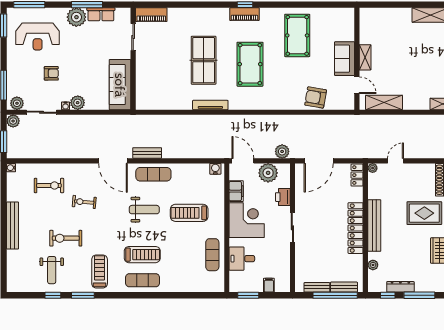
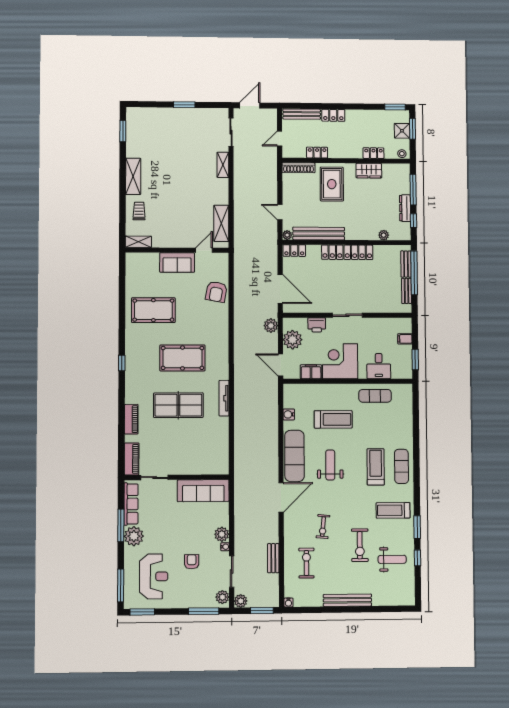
row of seats: (101, 14) -> (131, 504), width x1.48
piano: (244, 14) -> (131, 419), moved
trolley: (396, 21) -> (139, 211), added
shelving: (365, 57) -> (138, 242), moved
bench: (147, 153) -> (273, 558), moved
door: (243, 161) -> (281, 365), hinge flipped
water cooler: (215, 169) -> (289, 414), moved
exercise mat: (153, 174) -> (294, 456), width x1.36, depth x1.45
treadmill: (189, 213) -> (333, 419), turned -90
bench: (374, 226) -> (319, 234), moved

